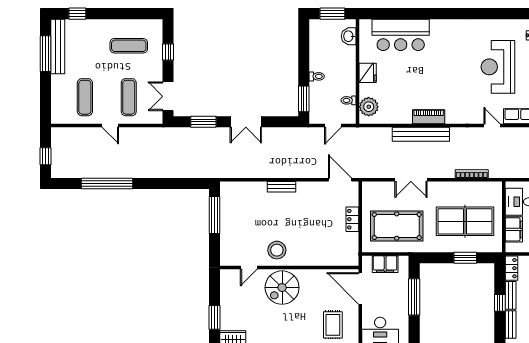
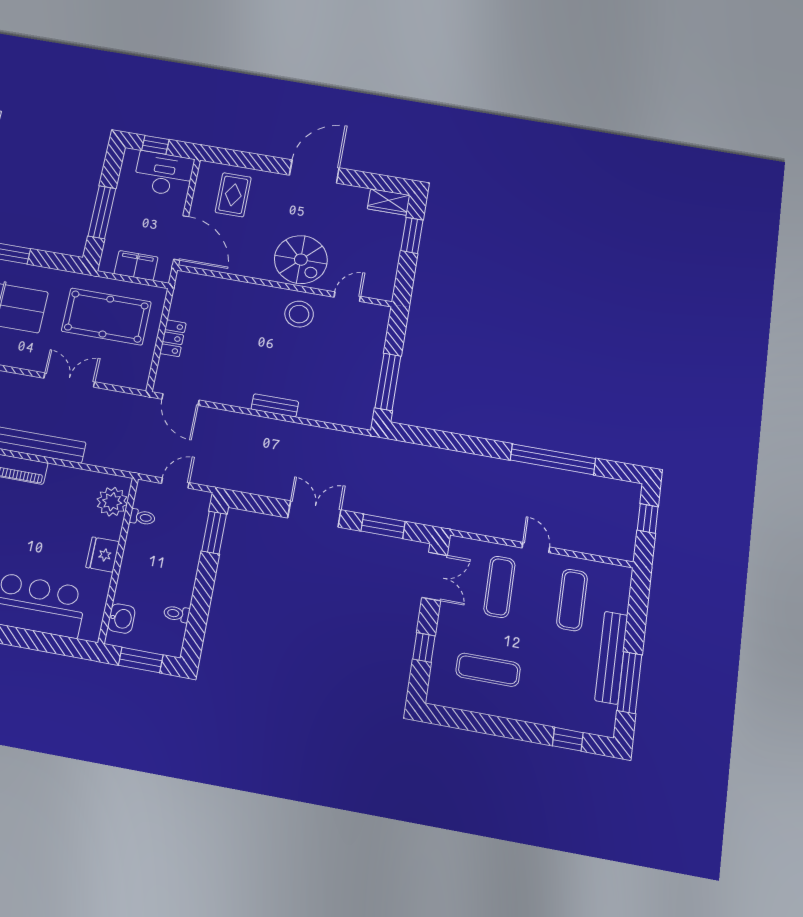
bench: (58, 46) -> (611, 658), moved
toilet: (317, 76) -> (177, 614), moved
spiral stairs: (282, 288) -> (301, 260), turned 90

